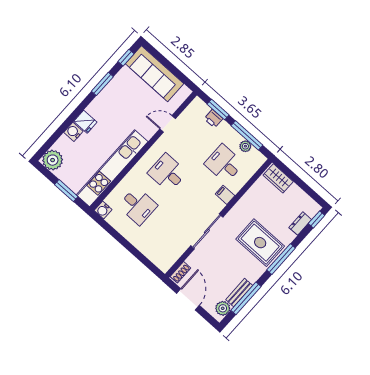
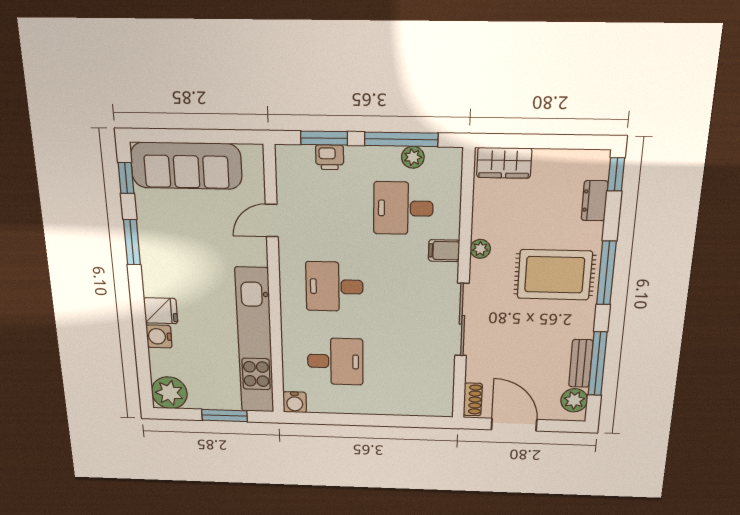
plant: (240, 206) -> (480, 249), added

